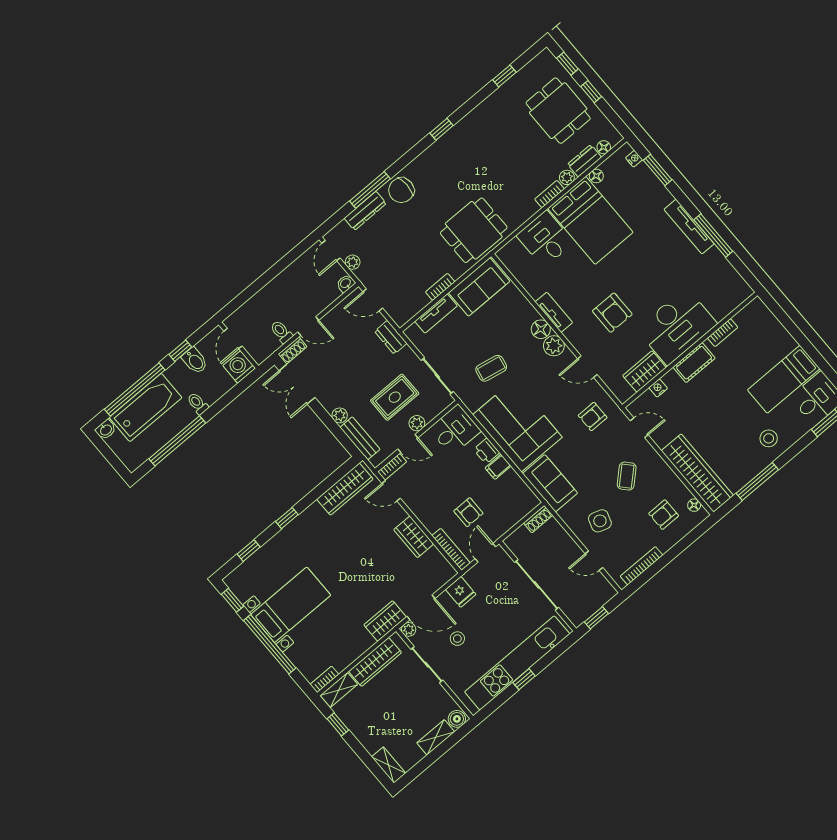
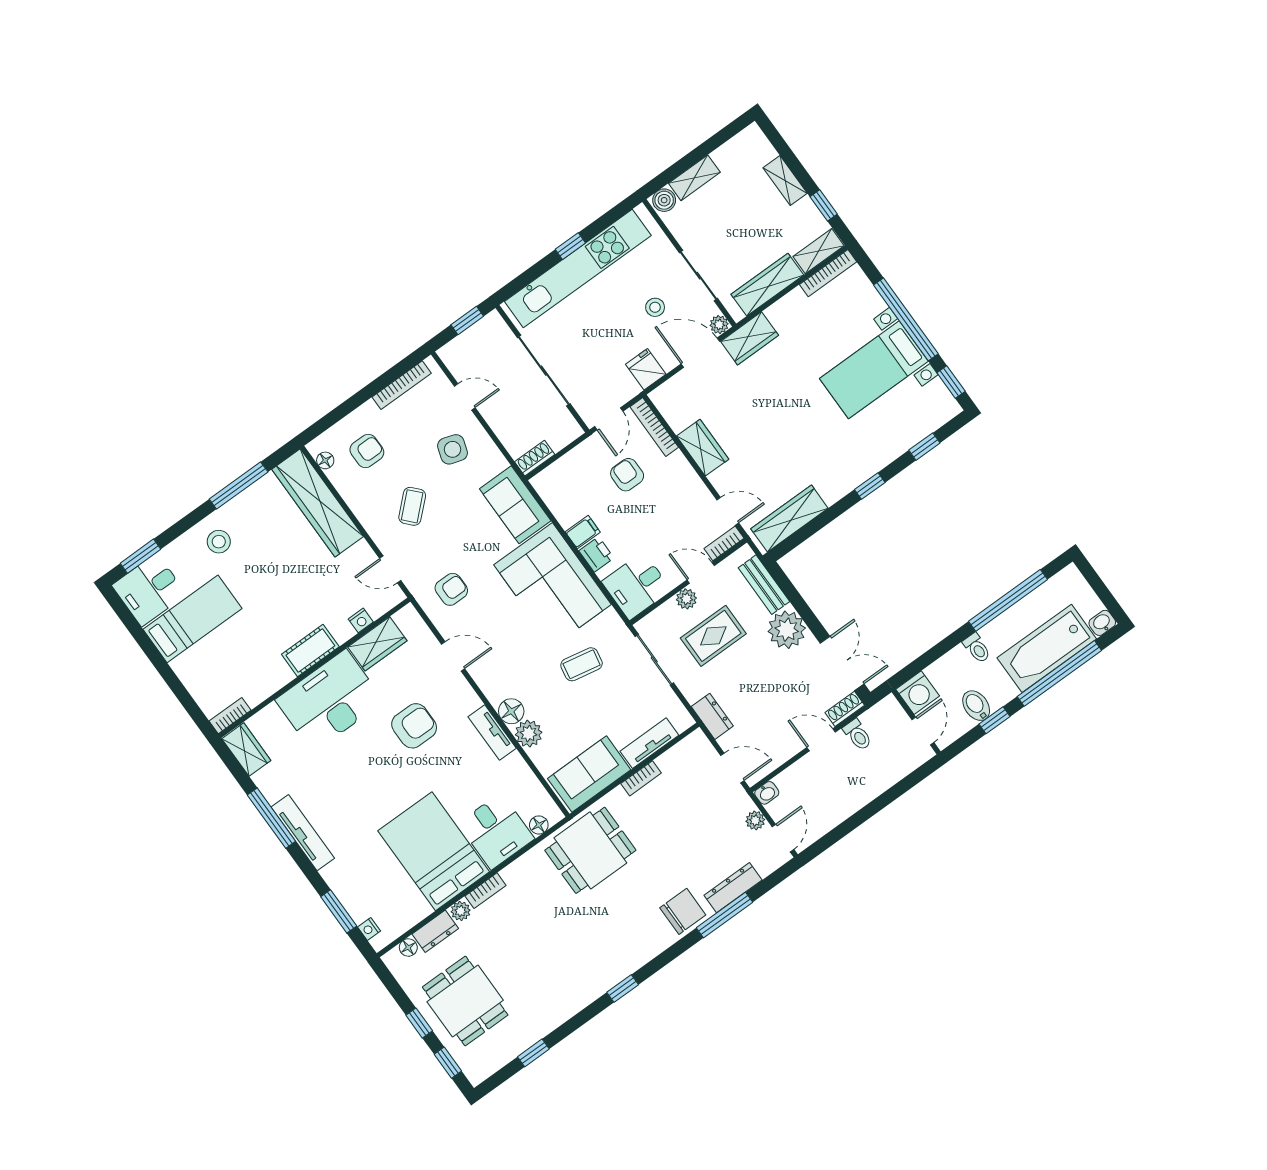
floor lamp: (596, 176) -> (539, 825), moved
wardrobe: (736, 285) -> (246, 750), added
armchair: (612, 313) -> (414, 726), turned 90
bookcase: (723, 333) -> (230, 716), moved
plant: (554, 346) -> (529, 734), moved
plant: (340, 415) -> (787, 630), width x1.88, depth x1.88
bookcase: (324, 679) -> (828, 273), width x1.56
shelving: (389, 765) -> (785, 181), moved

